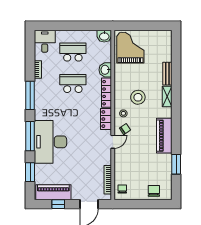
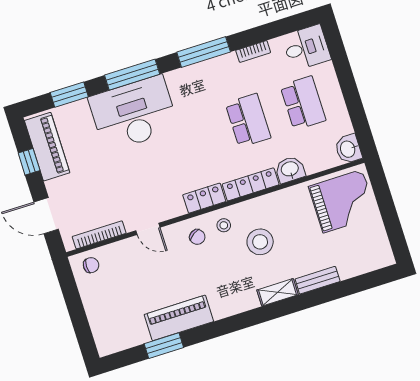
piano: (164, 136) -> (179, 318), moved
door: (113, 142) -> (148, 229), moved
chair: (154, 191) -> (105, 321), removed

